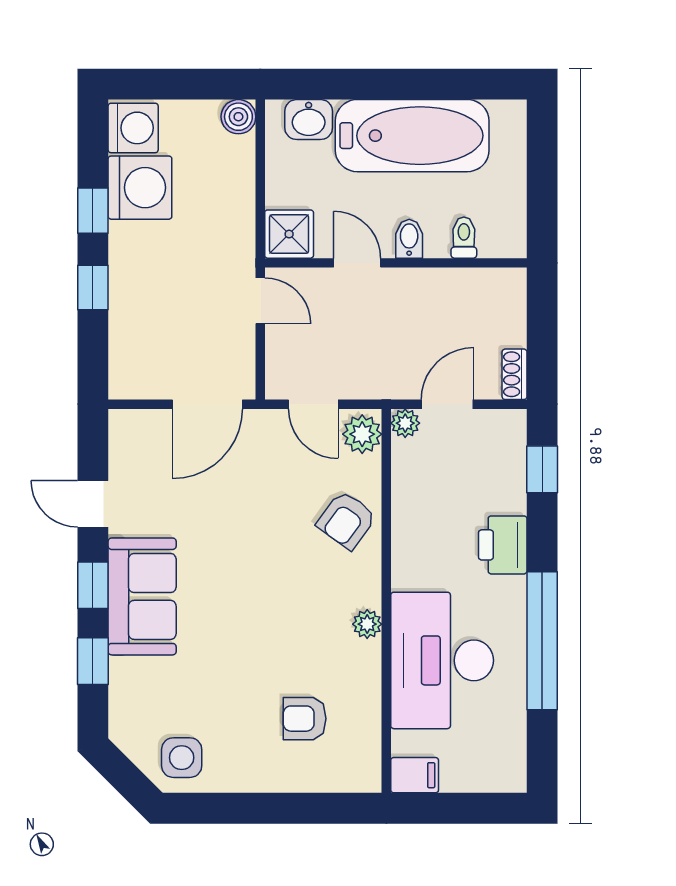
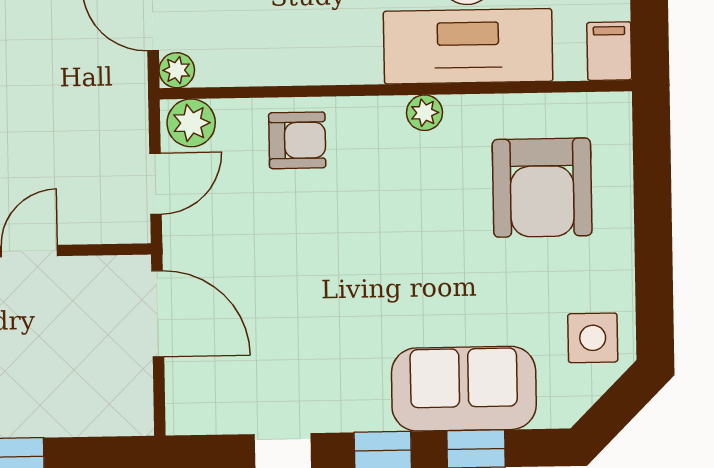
armchair: (347, 520) -> (297, 140), turned -36
sofa: (142, 596) -> (464, 389), moved
armchair: (305, 719) -> (542, 188), width x1.88, depth x1.88

